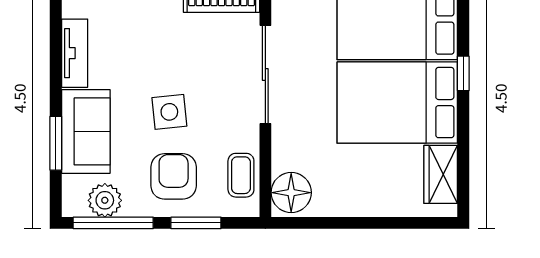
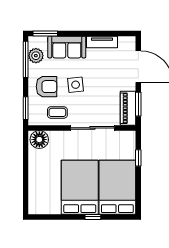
window: (56, 143) -> (45, 34), moved
wardrobe: (441, 174) -> (47, 207), removed
coffee table: (241, 175) -> (57, 112), moved
window: (196, 223) -> (26, 108), moved

